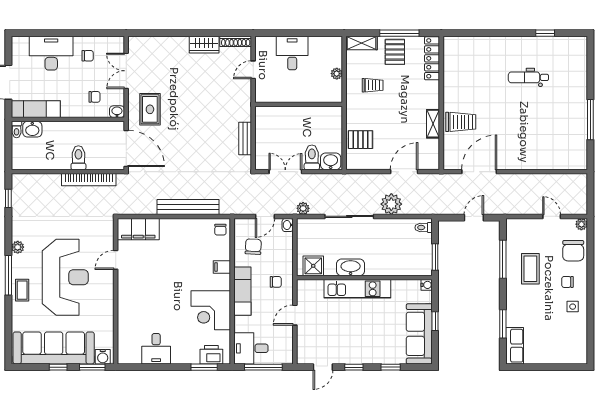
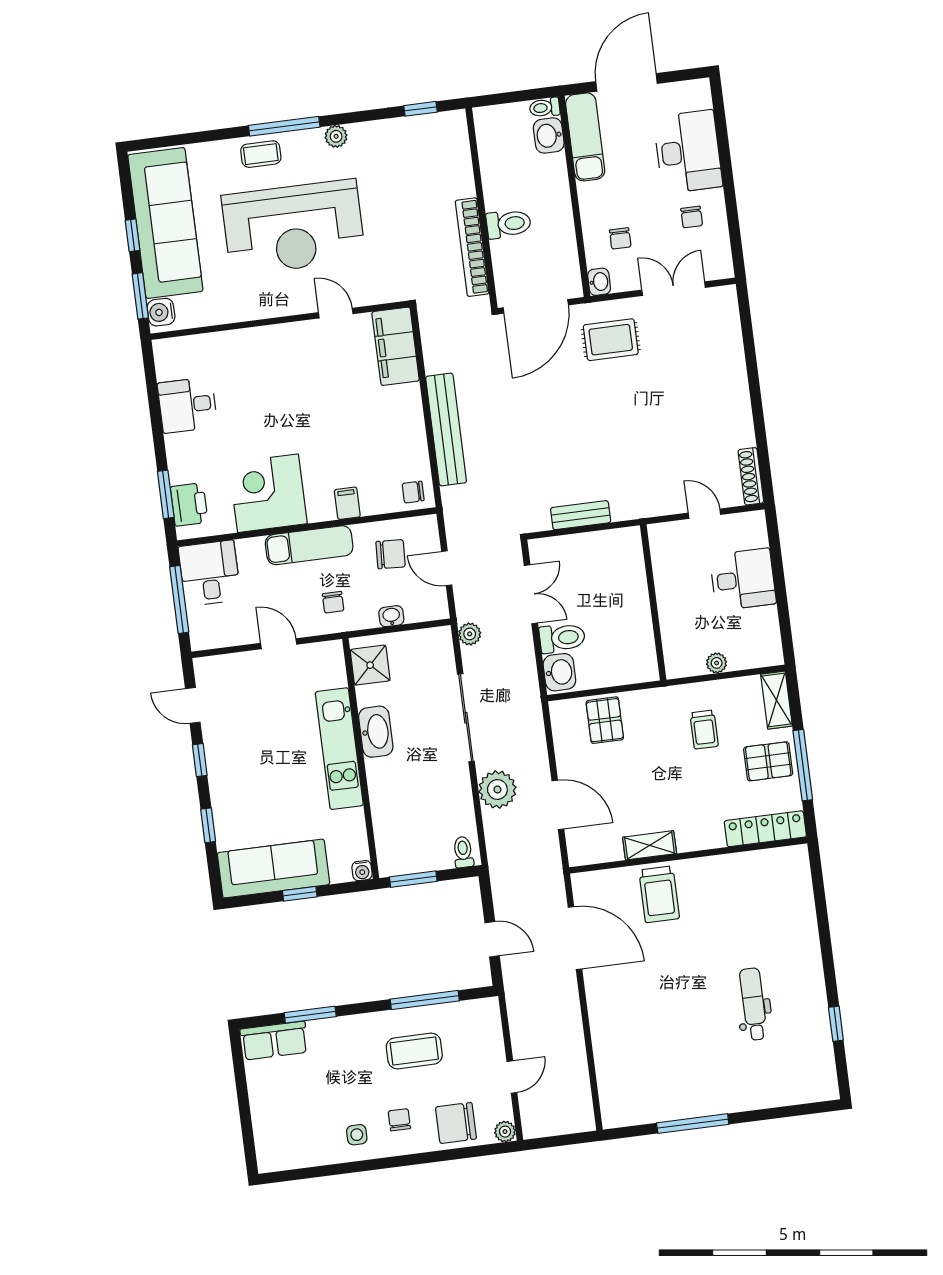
wardrobe: (204, 45) -> (738, 421), removed
washbasin: (288, 225) -> (391, 616), moved

